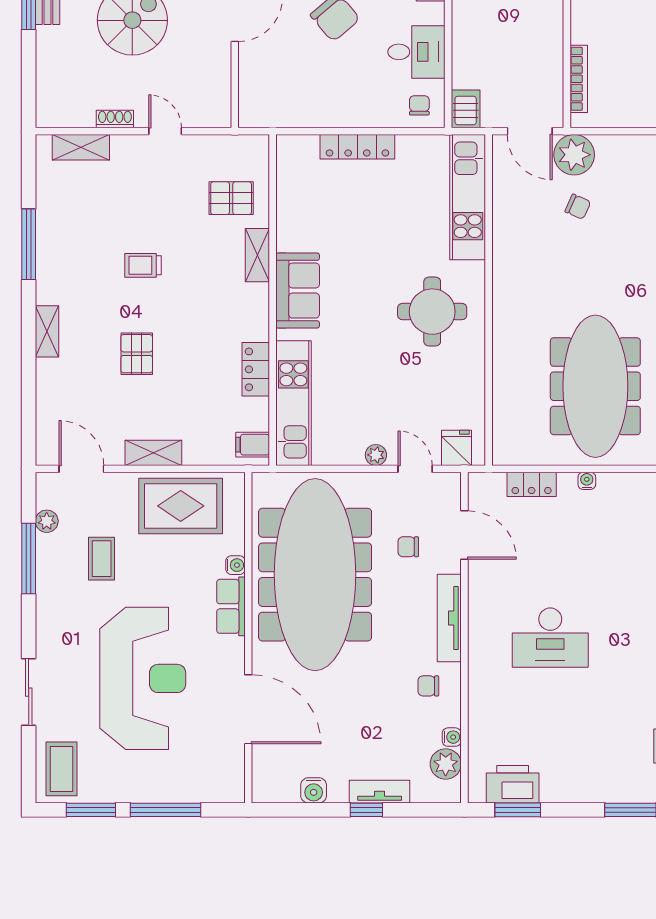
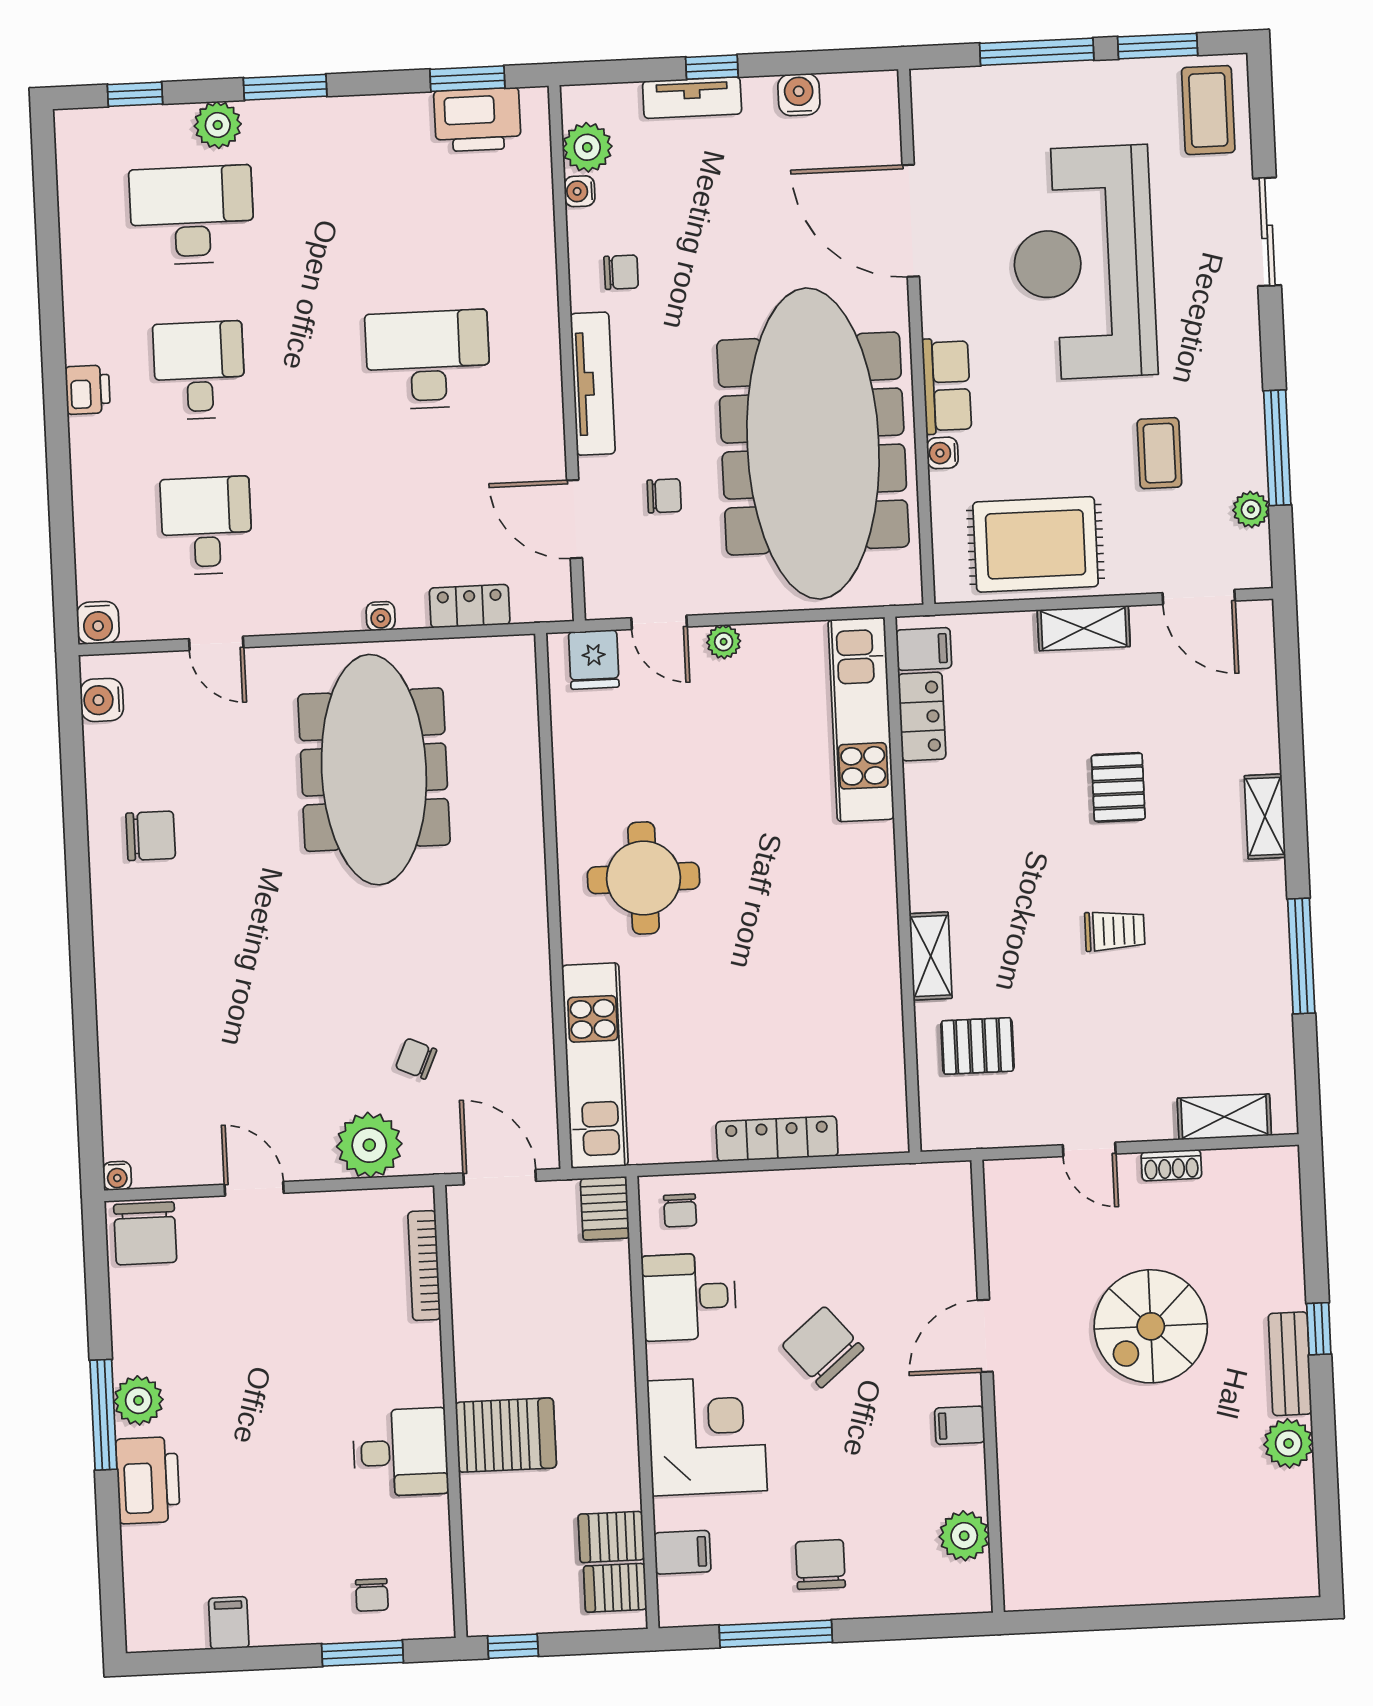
plant: (574, 155) -> (369, 1145), moved
sofa: (298, 291) -> (863, 902), removed
locker: (256, 369) -> (922, 717), moved

